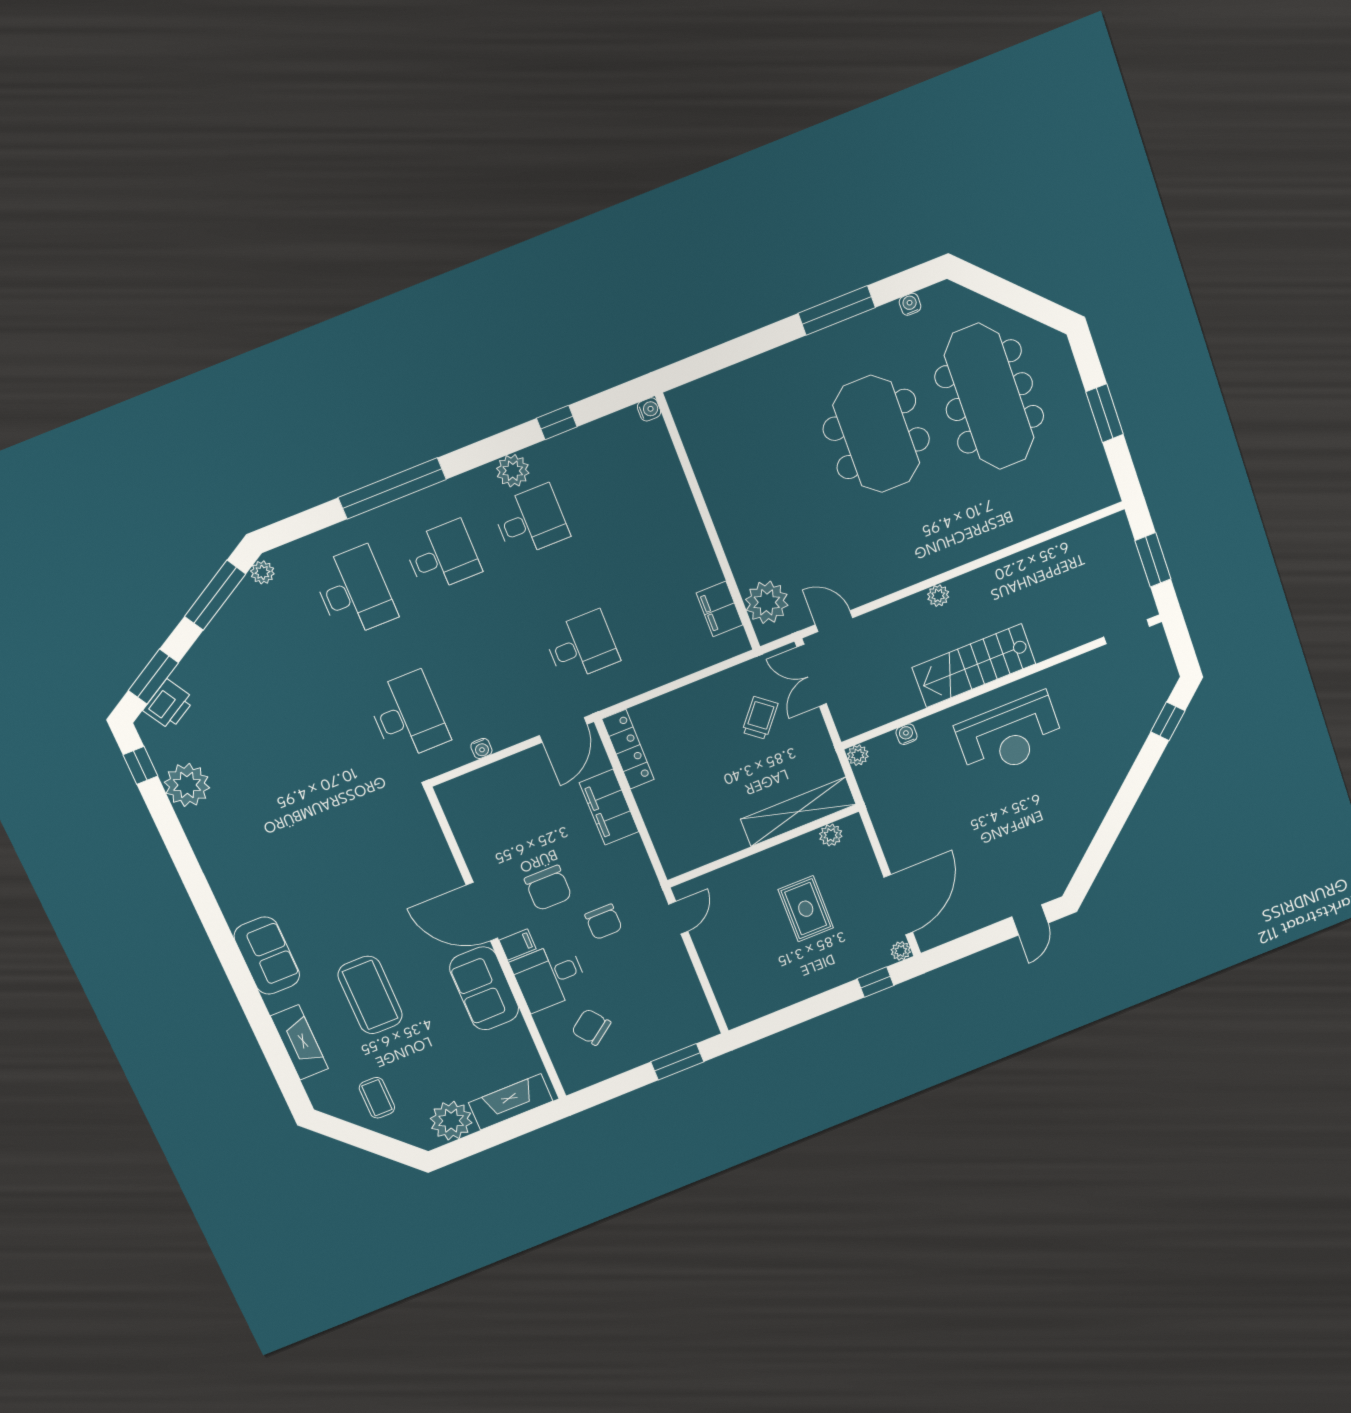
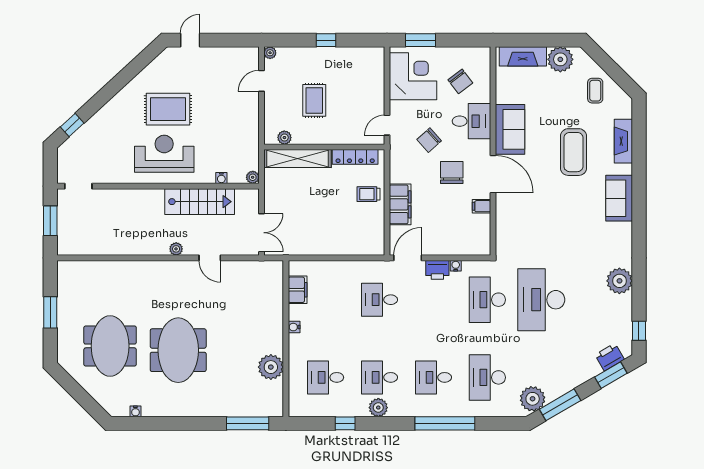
window: (837, 310) -> (248, 423), moved
meeting table: (989, 397) -> (110, 346), width x0.73
water cooler: (649, 409) -> (294, 327), moved
desk: (619, 486) -> (326, 377), added
plant: (262, 572) -> (533, 399), width x1.87, depth x1.87
plant: (767, 602) -> (271, 367), moved
door: (834, 621) -> (210, 258), moved
stairs: (974, 666) -> (200, 202), moved
trolley: (760, 718) -> (368, 194), moved, turned 51
printer: (508, 730) -> (437, 270), added
locker: (628, 749) -> (355, 157), moved, turned -90
desk: (321, 751) -> (541, 300), added
plant: (187, 785) -> (619, 281), moved
rug: (1027, 805) -> (168, 109), added
door: (898, 905) -> (261, 81), width x0.53
chair: (604, 922) -> (429, 140), turned -132
filing cabinet: (517, 945) -> (481, 206), moved
window: (876, 982) -> (326, 40), moved
corner desk: (667, 1005) -> (413, 76), added

